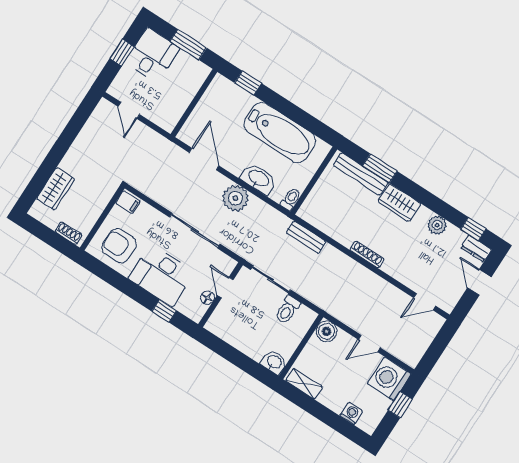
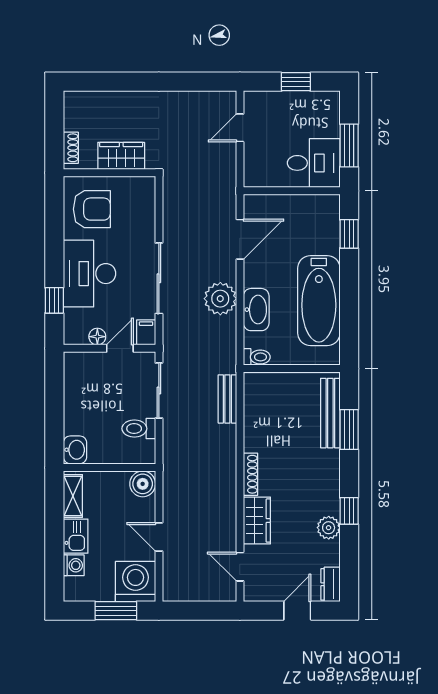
desk: (152, 55) -> (314, 163), moved
wardrobe: (56, 189) -> (121, 156), moved, turned 180
filing cabinet: (128, 202) -> (146, 332), moved, turned 180
wardrobe: (399, 203) -> (257, 521), moved, turned 180
window: (473, 229) -> (349, 511), moved
armchair: (119, 246) -> (92, 209), turned 90
kitchen sink: (332, 399) -> (76, 536), added
window: (400, 405) -> (116, 611), width x1.50

